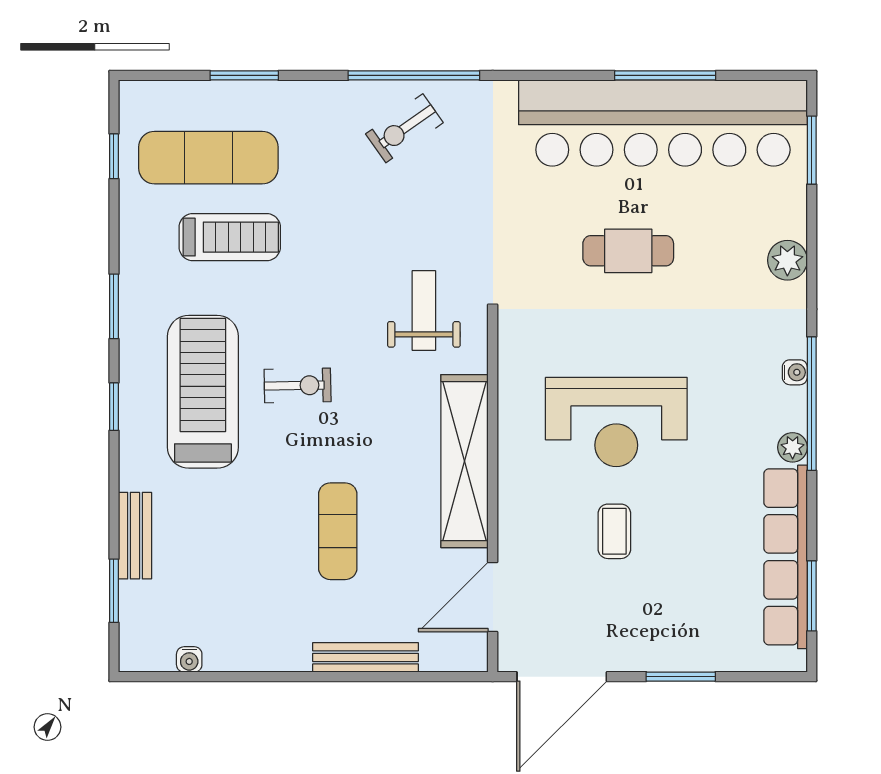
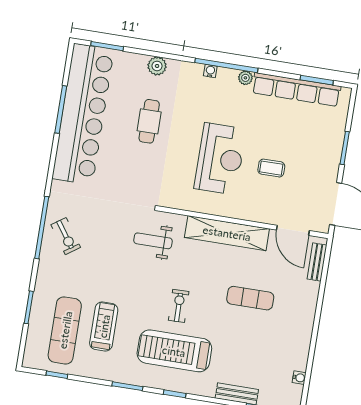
cafe table: (628, 251) -> (149, 121), moved
bench: (366, 657) -> (317, 262), moved, width x0.73

